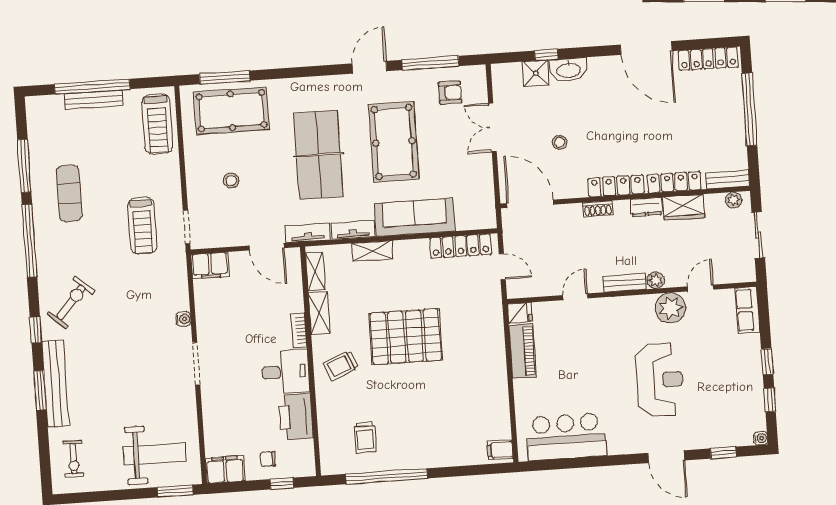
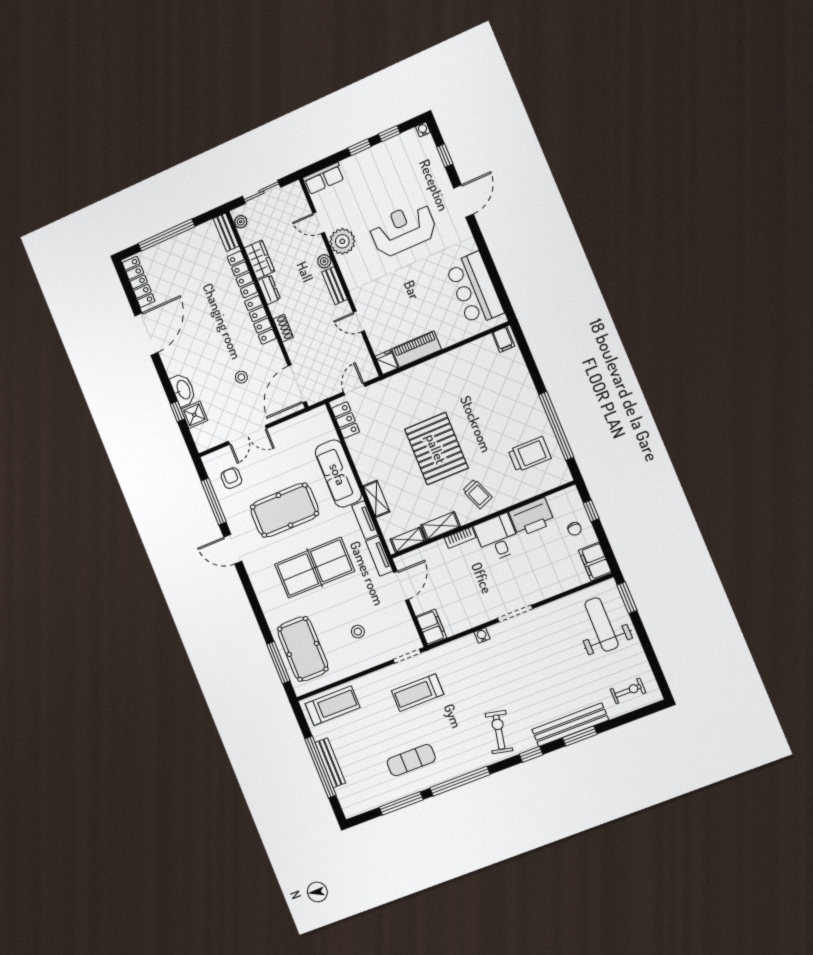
treadmill: (142, 226) -> (418, 693), turned 180
locker: (461, 246) -> (345, 420), width x0.66
exercise bike: (71, 302) -> (499, 732), turned 61
trolley: (365, 437) -> (530, 454), width x1.36, depth x1.39

